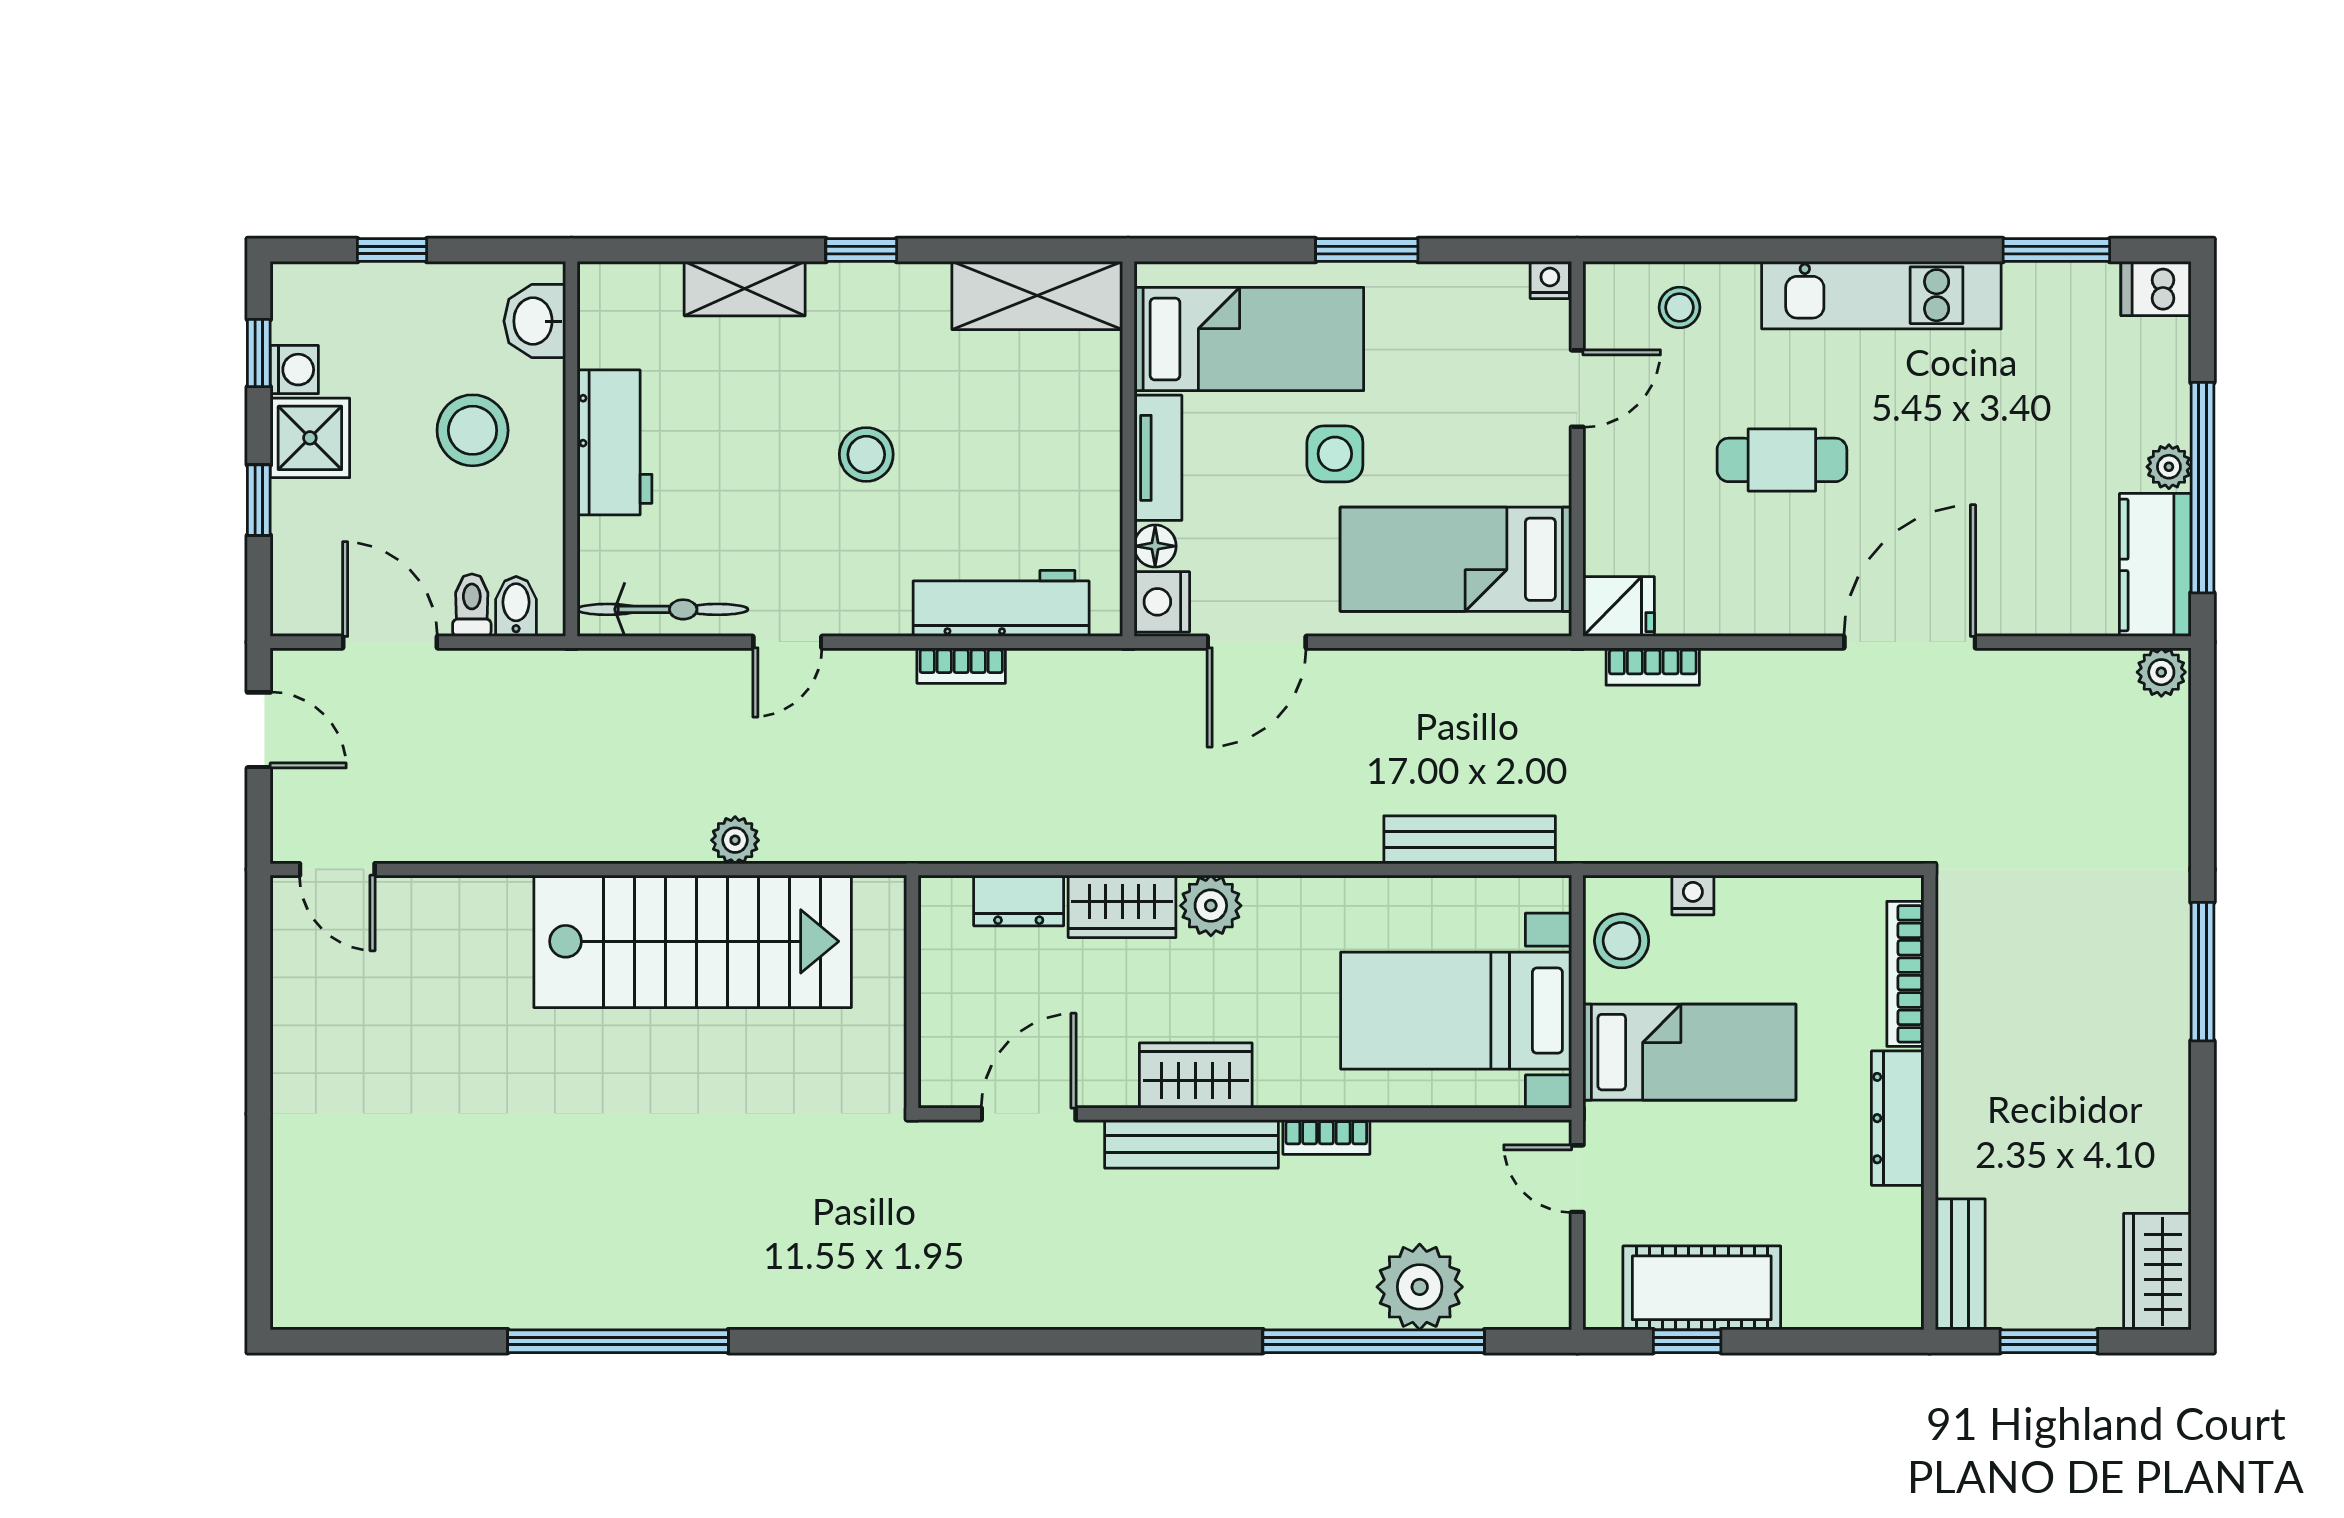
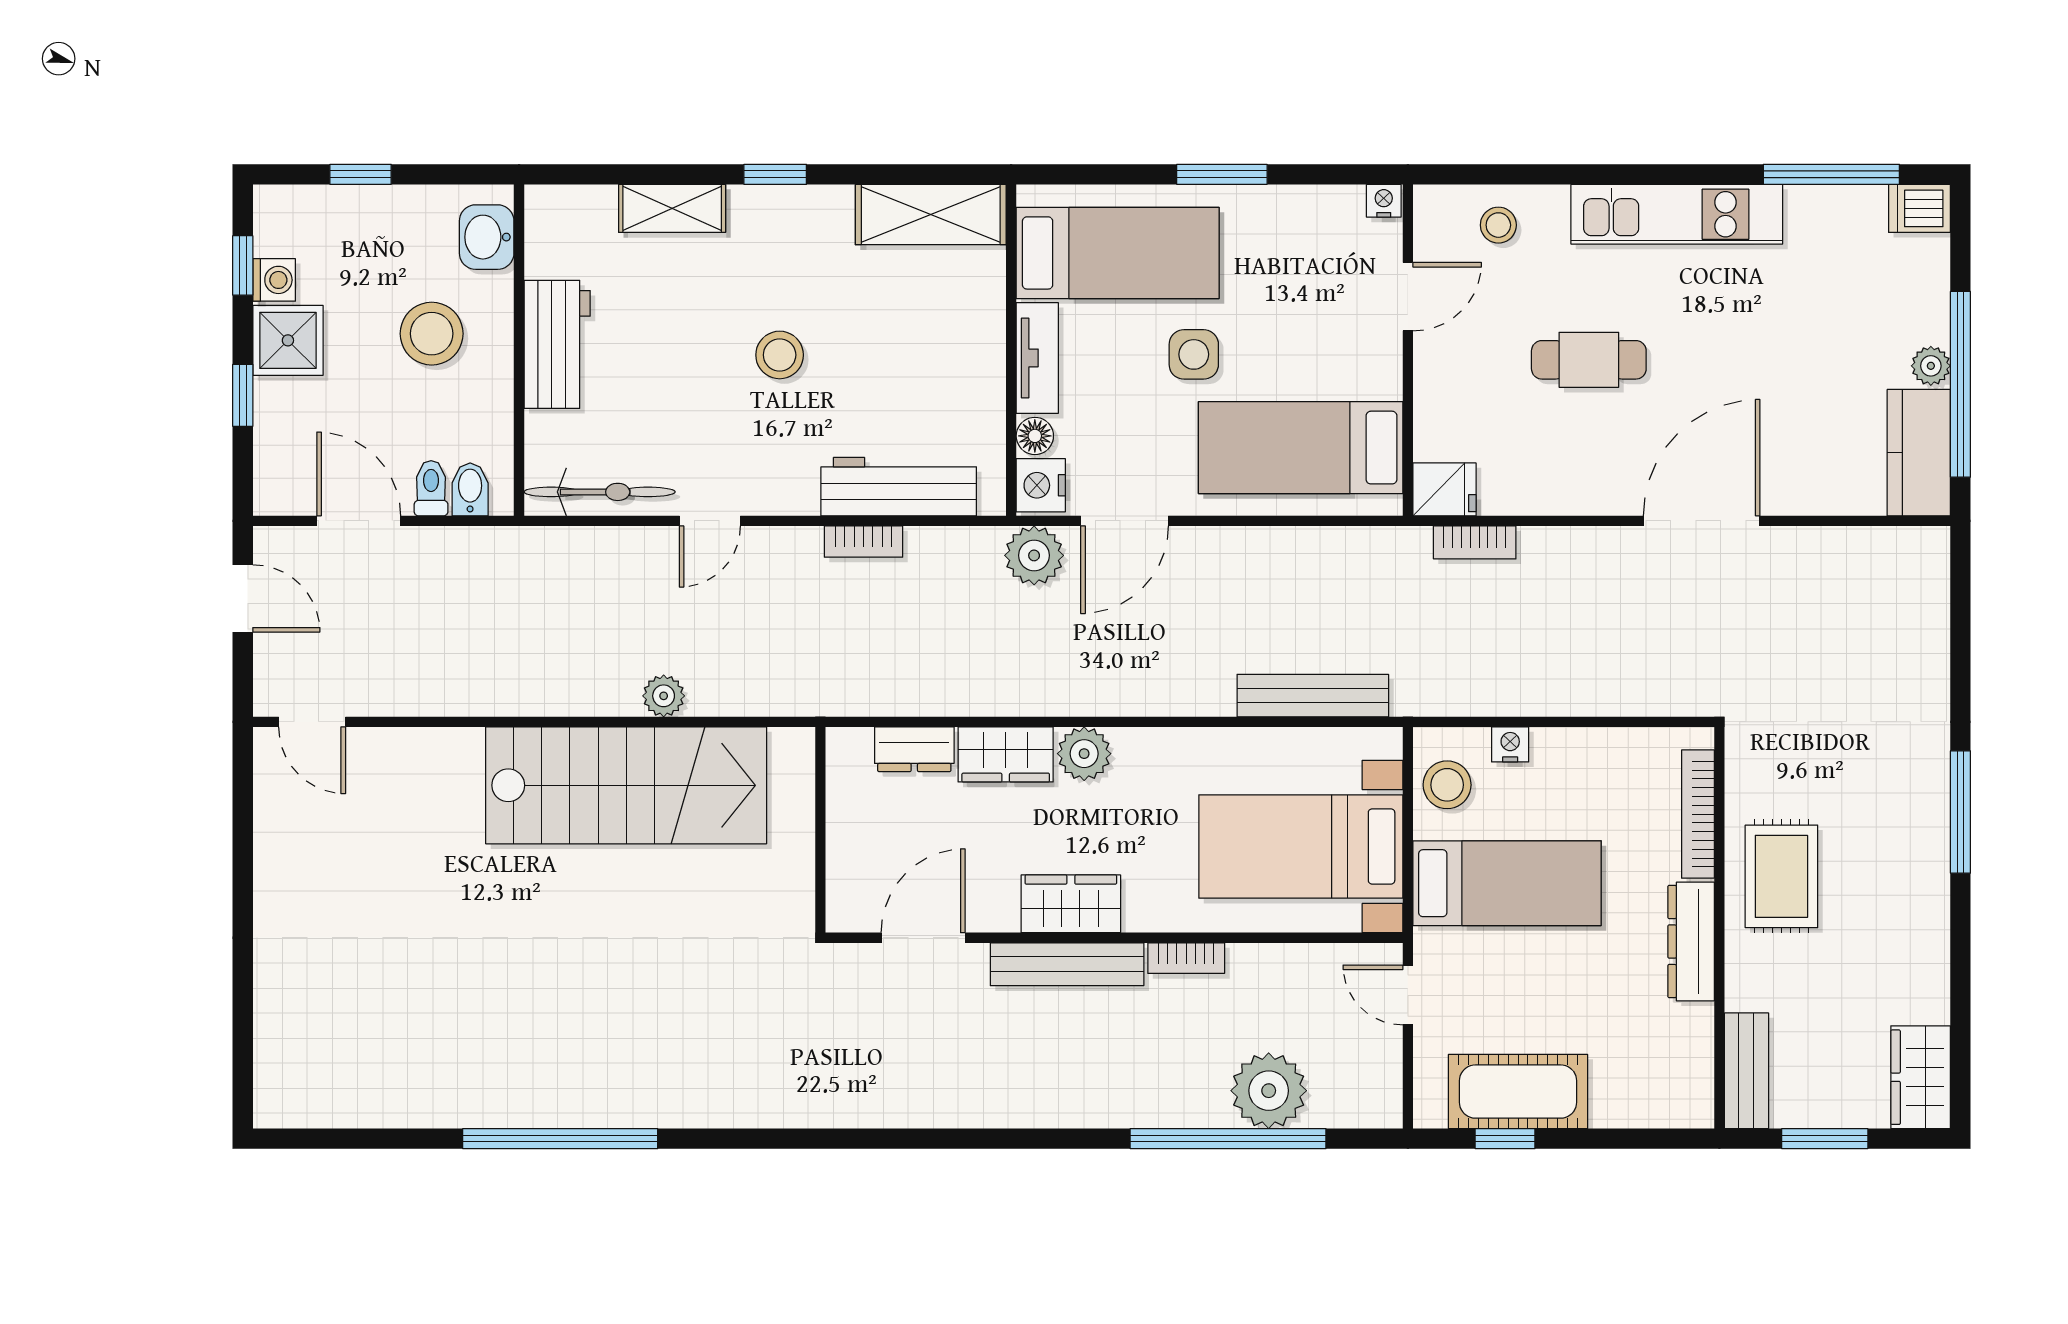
window: (2056, 250) -> (1831, 174), width x1.44
plant: (2161, 672) -> (1034, 555), moved, width x1.38, depth x1.38
rug: (2000, 1044) -> (1781, 876), added

